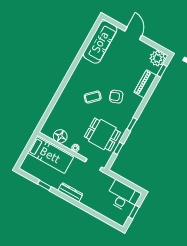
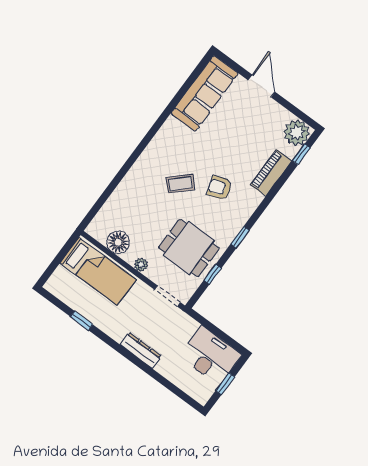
dresser: (70, 192) -> (141, 350), moved

